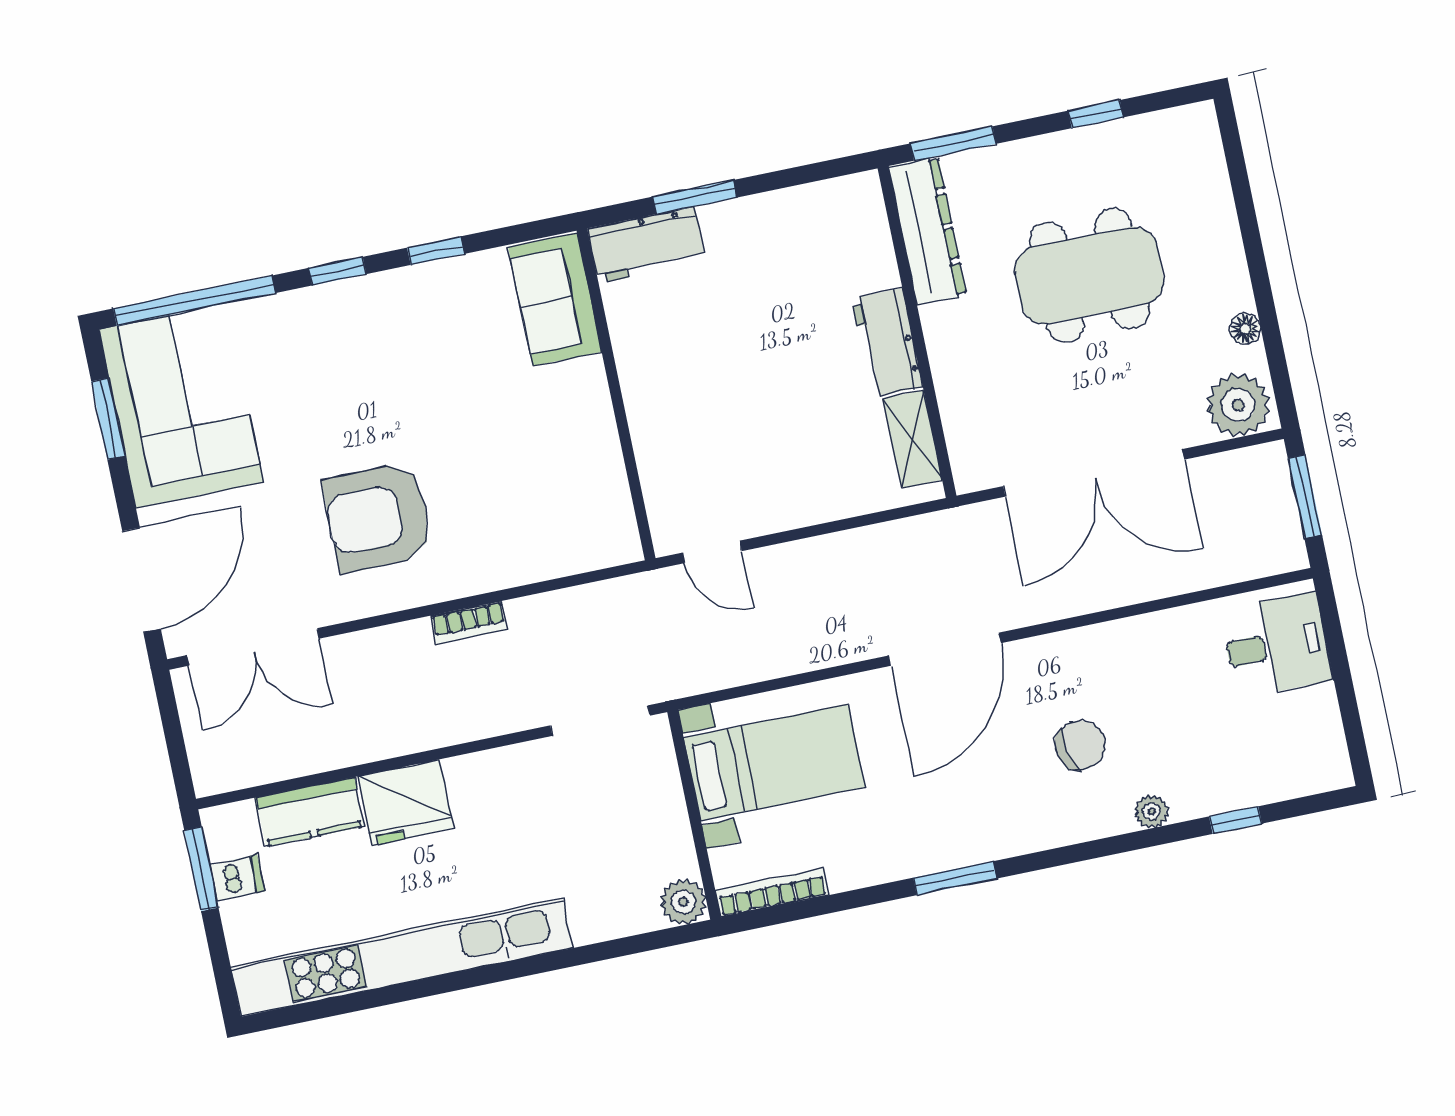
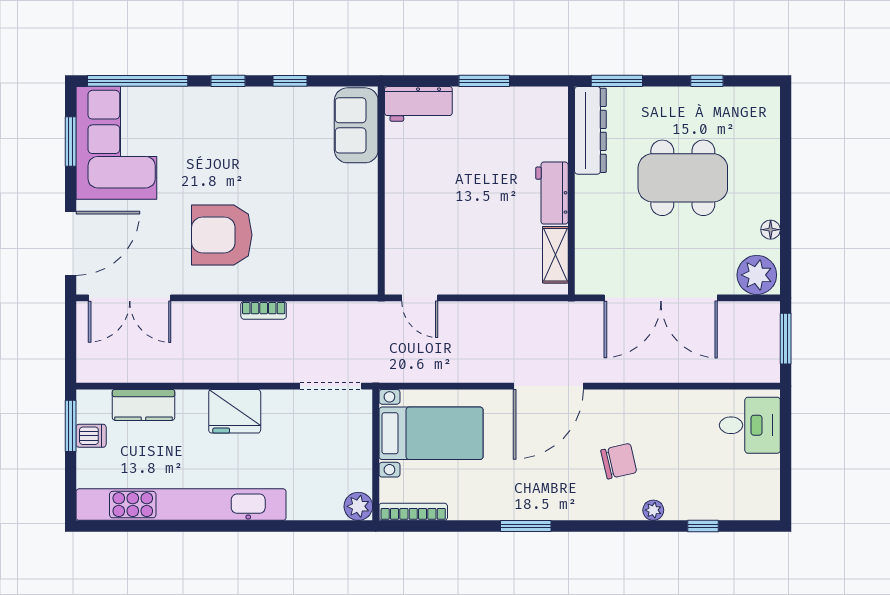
window: (695, 197) -> (484, 81), moved
fridge: (406, 802) -> (235, 411), moved

